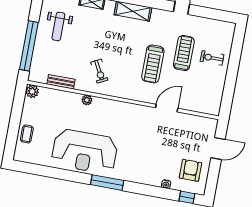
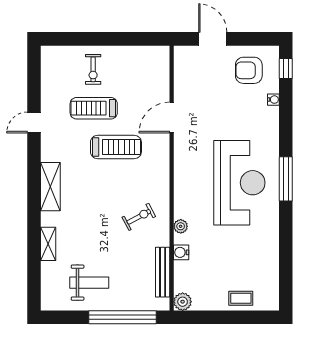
bench: (61, 82) -> (163, 272), width x1.36
water cooler: (68, 97) -> (181, 252), added
door: (167, 108) -> (172, 118), hinge flipped
reception desk: (85, 151) -> (239, 183), moved

